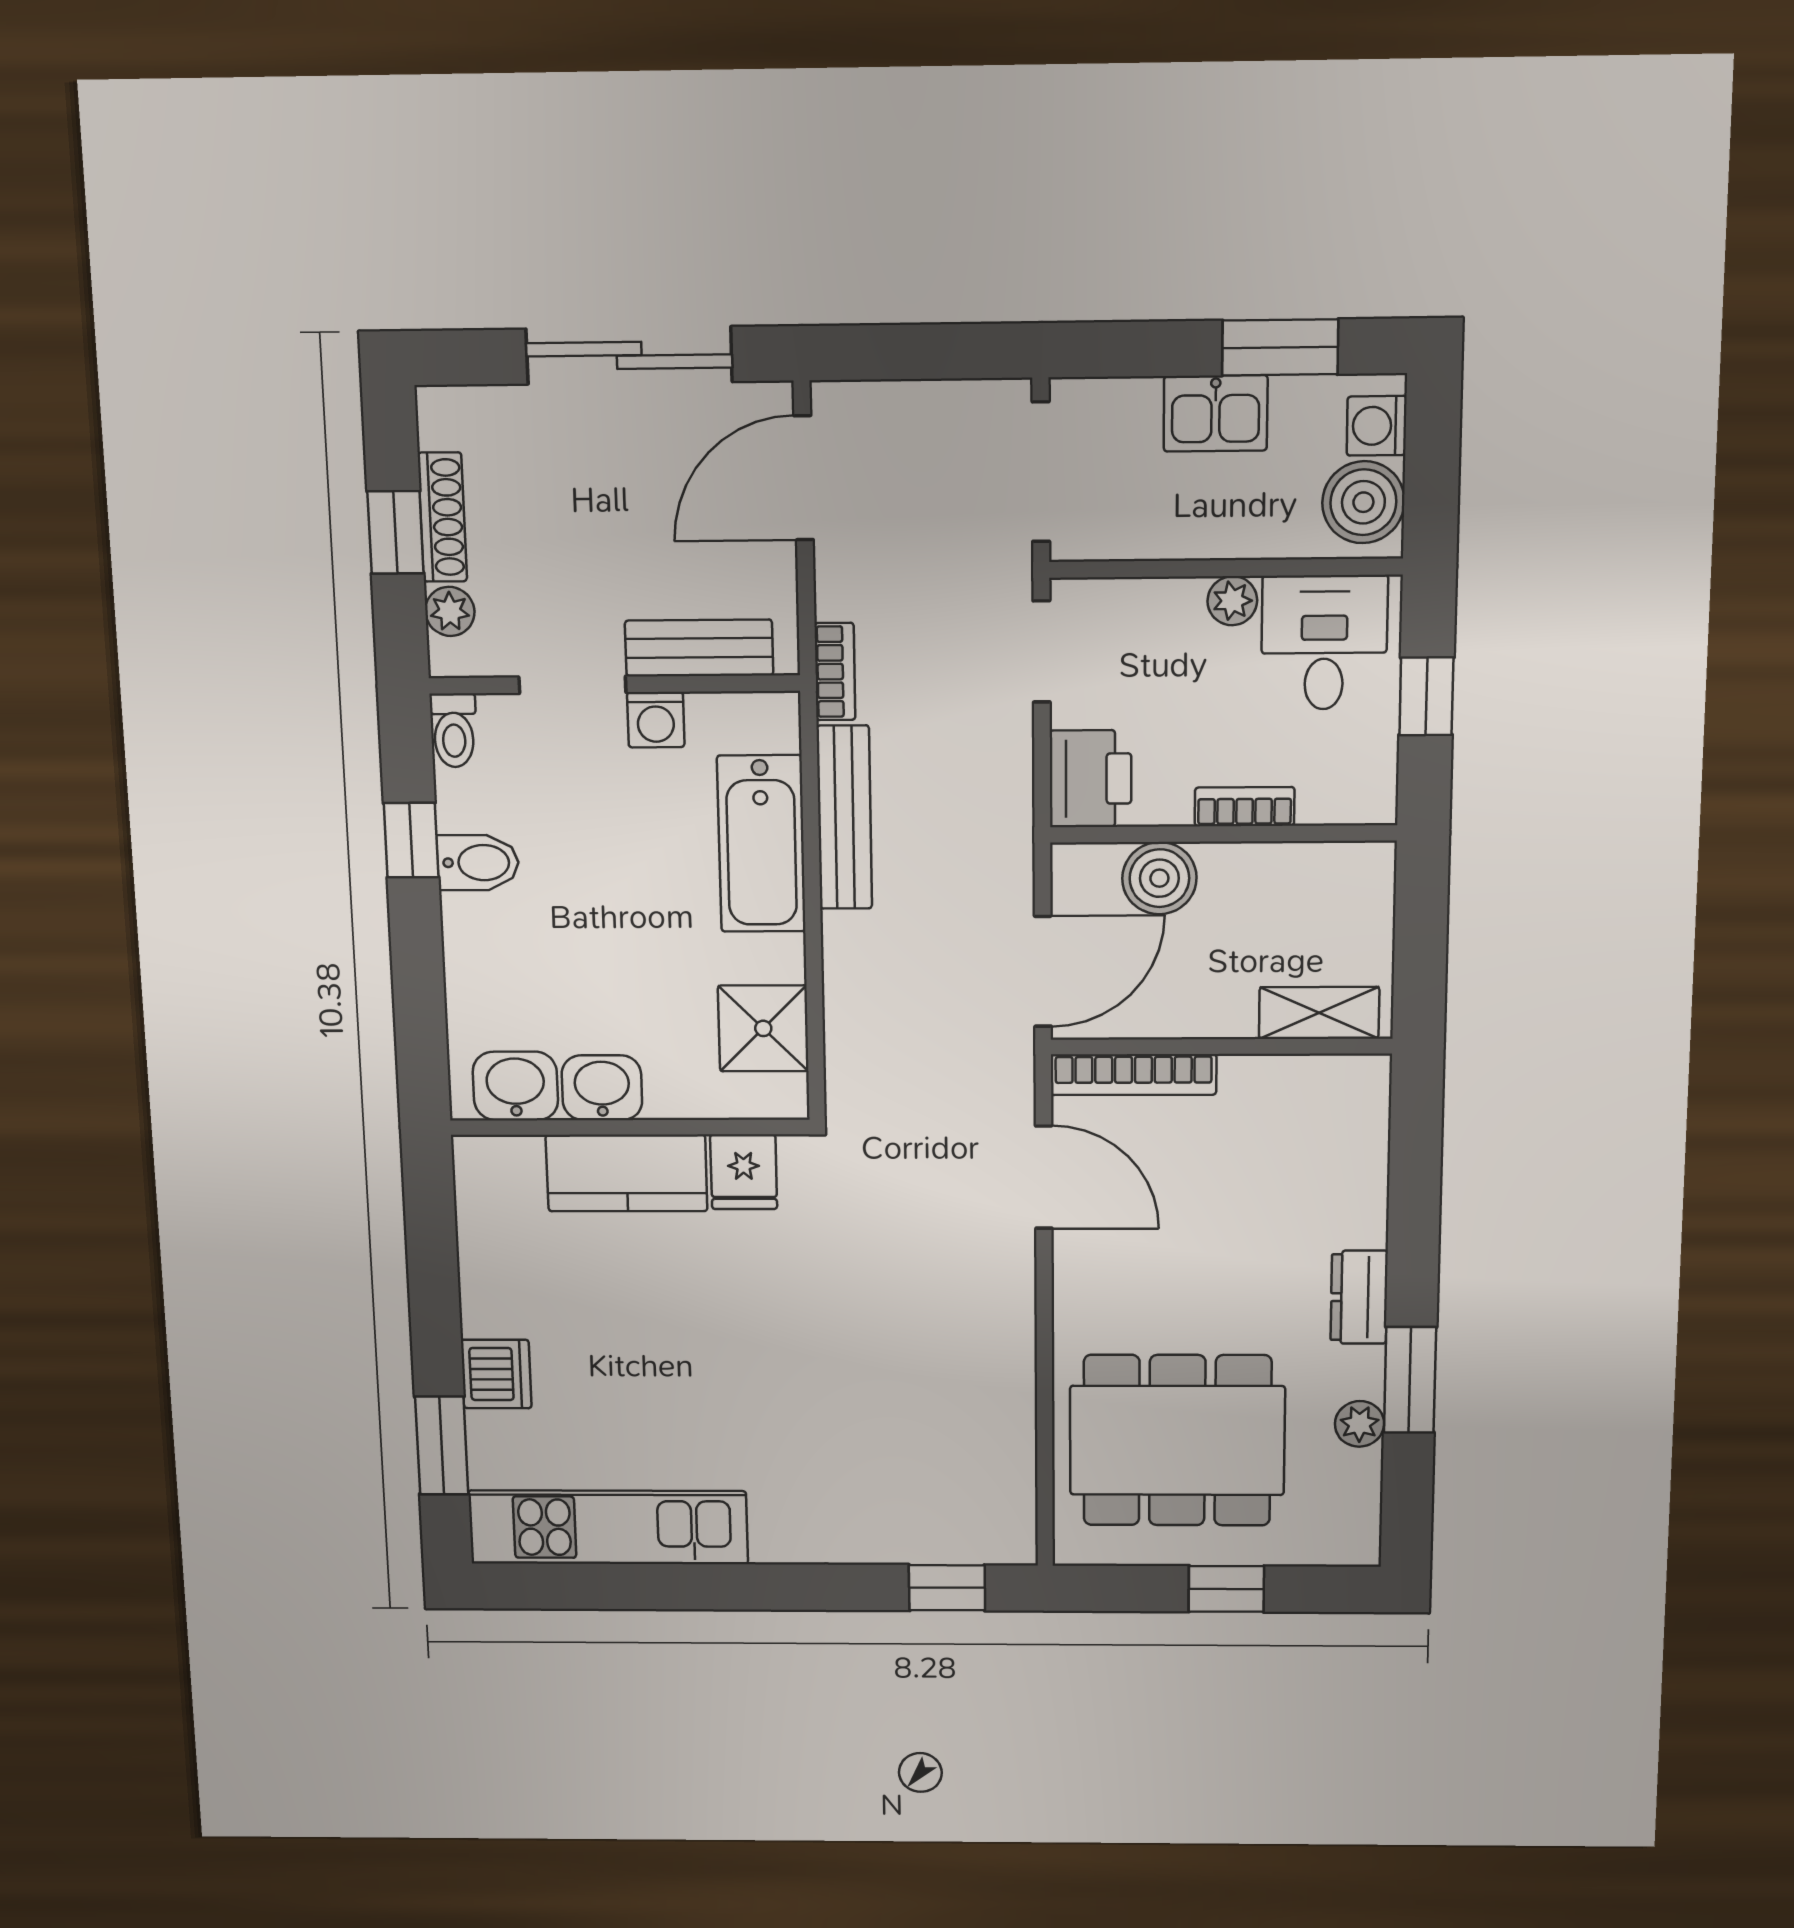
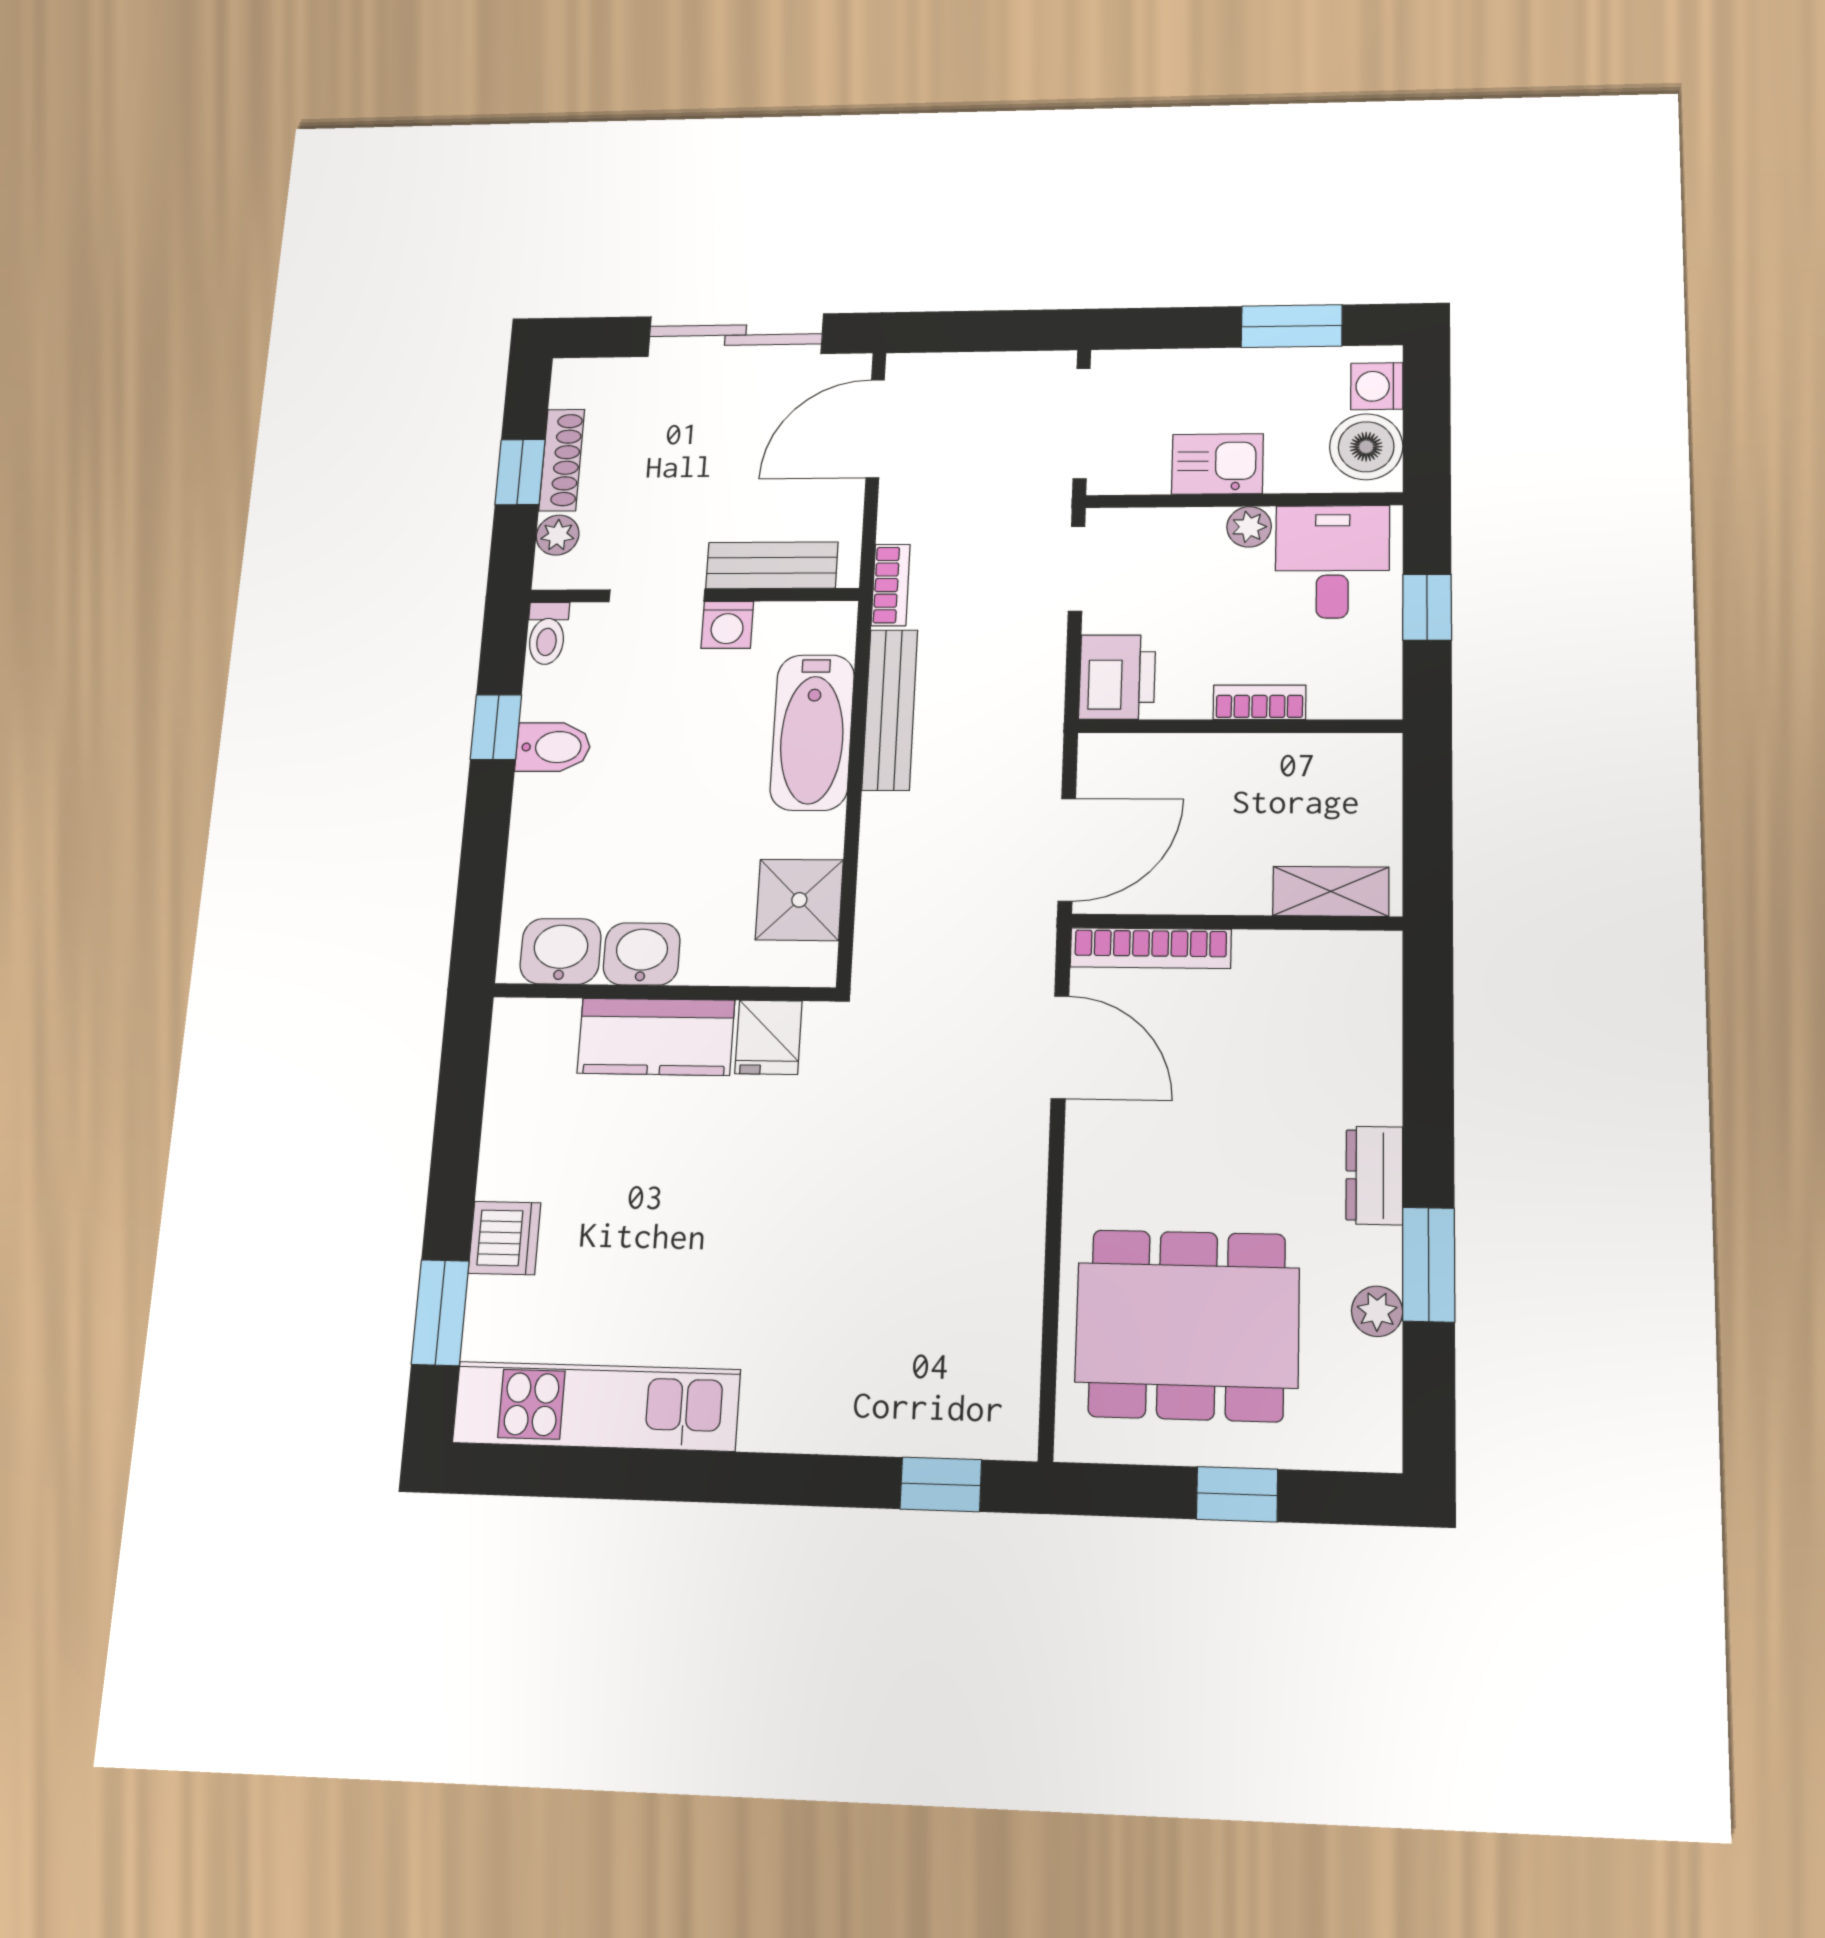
kitchen sink: (1216, 413) -> (1217, 464), moved, turned 180
boiler: (1159, 878) -> (1179, 765), removed

